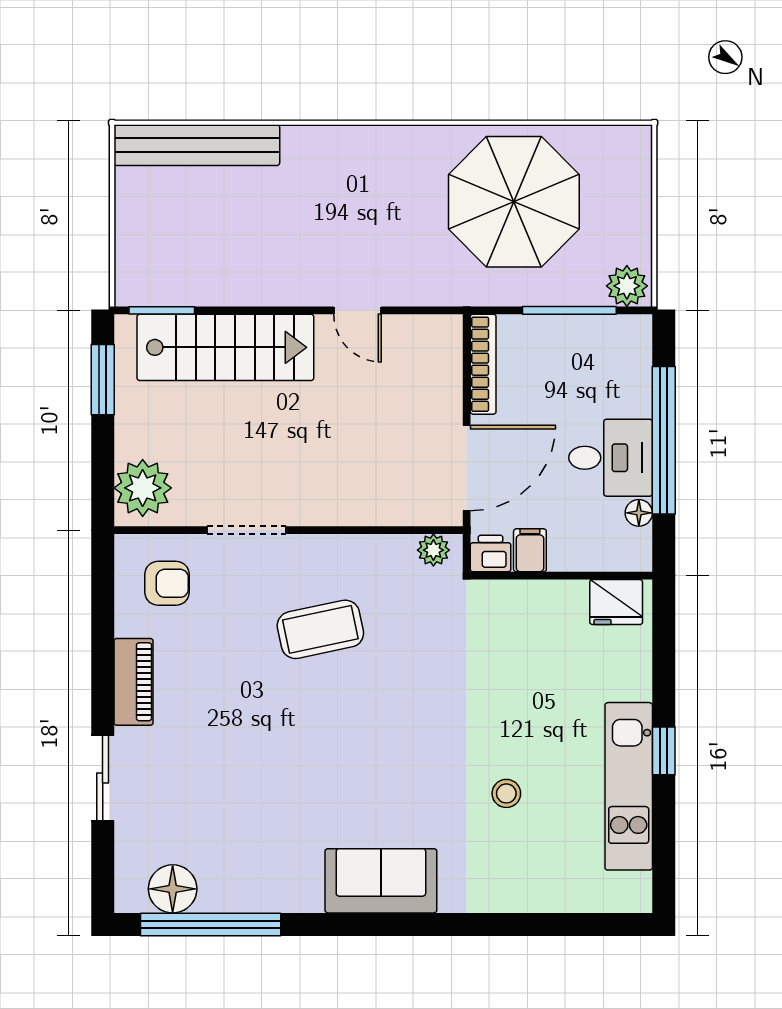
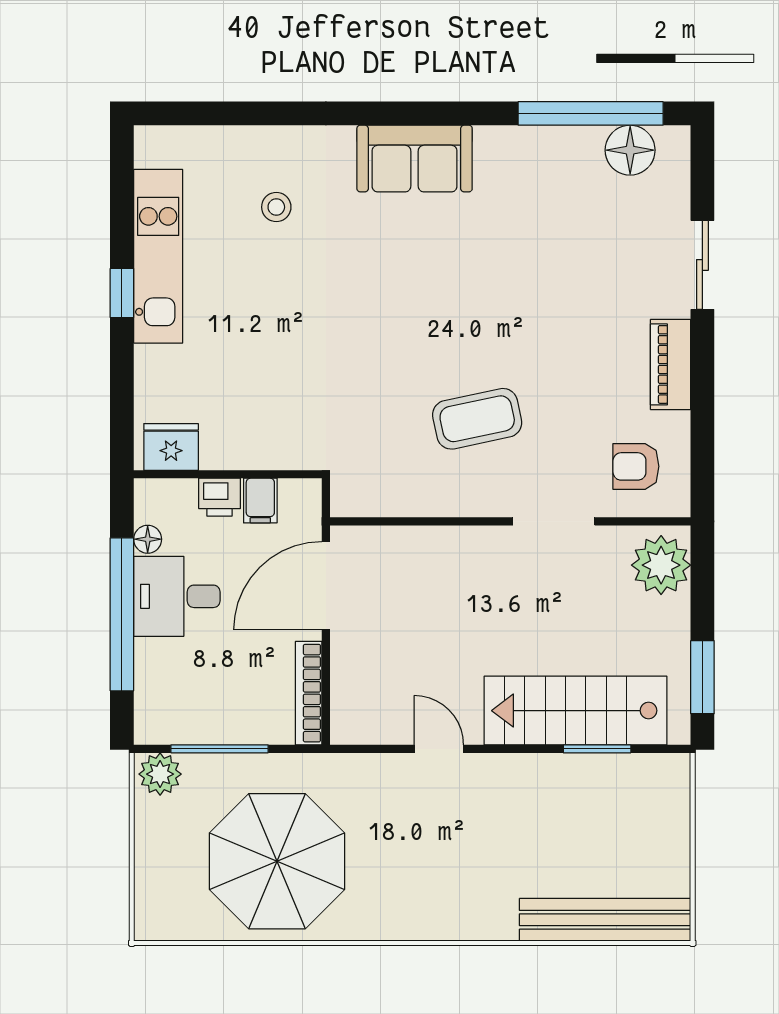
window: (162, 310) -> (597, 749), moved
plant: (433, 550) -> (360, 501), removed
printer: (491, 554) -> (220, 497), moved
stool: (506, 793) -> (276, 207), moved

